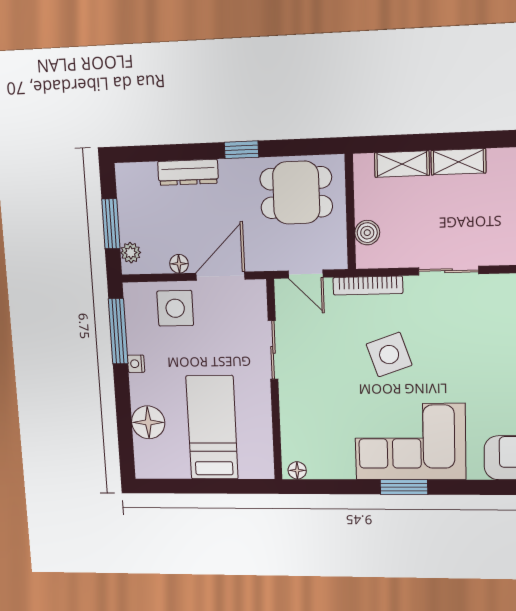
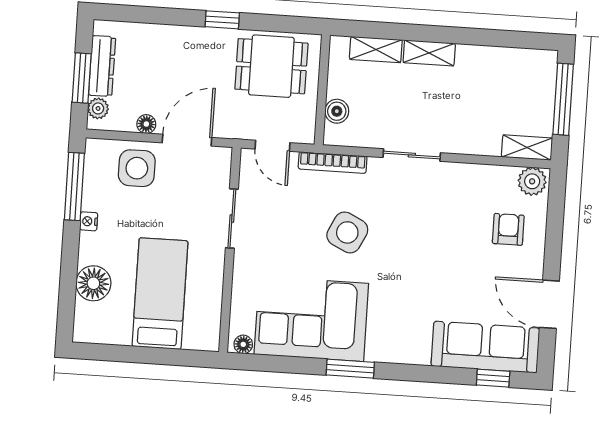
dresser: (188, 172) -> (102, 66), moved, turned -90
side table: (389, 355) -> (347, 232), turned 45
corner sofa: (410, 442) -> (311, 319), moved

